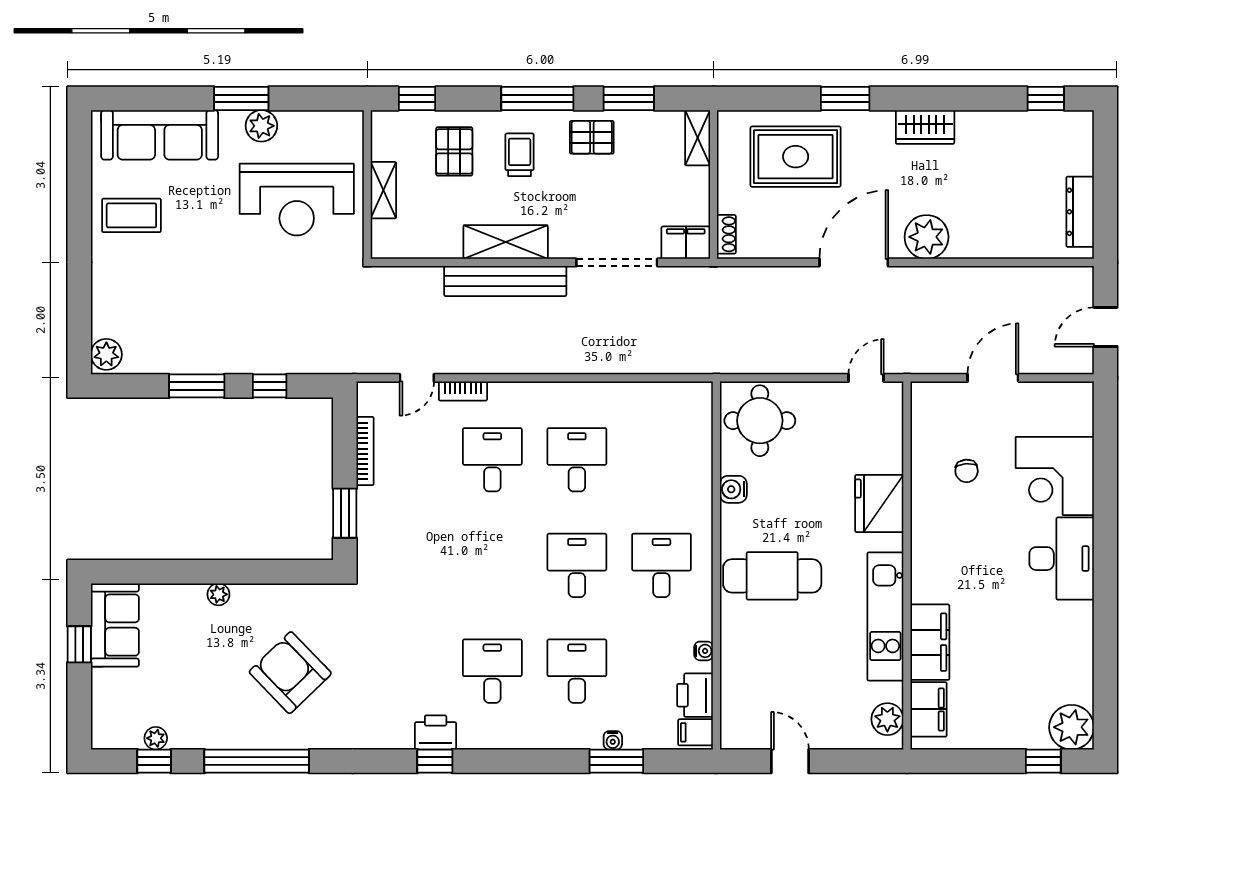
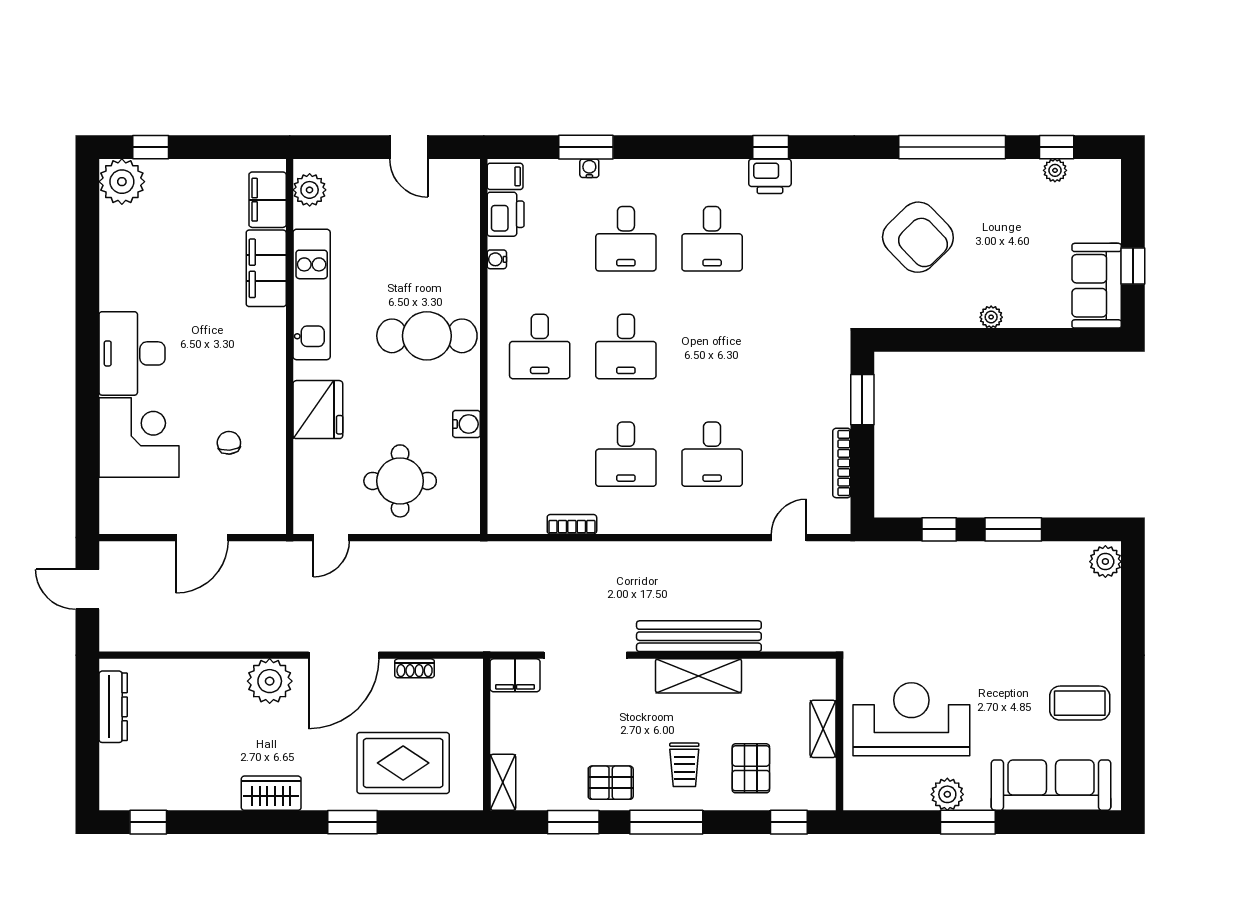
shoe rack: (726, 234) -> (415, 668), moved, turned -90
door: (1105, 327) -> (87, 589), swing flipped
bookcase: (463, 391) -> (572, 524), moved
round table: (760, 421) -> (400, 481), moved

